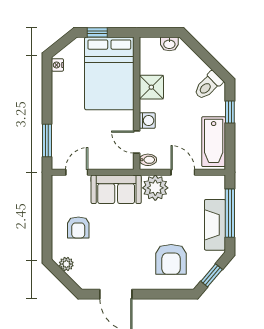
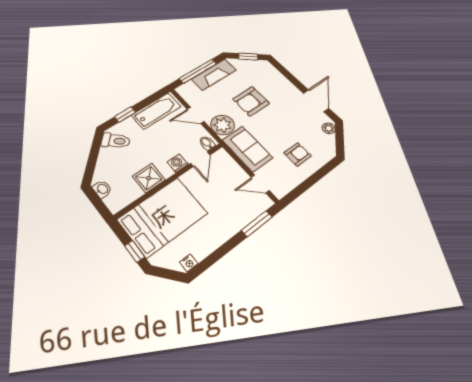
door: (183, 172) -> (196, 115), hinge flipped
armchair: (171, 259) -> (251, 101), moved, turned 180
plant: (66, 264) -> (329, 128), moved

